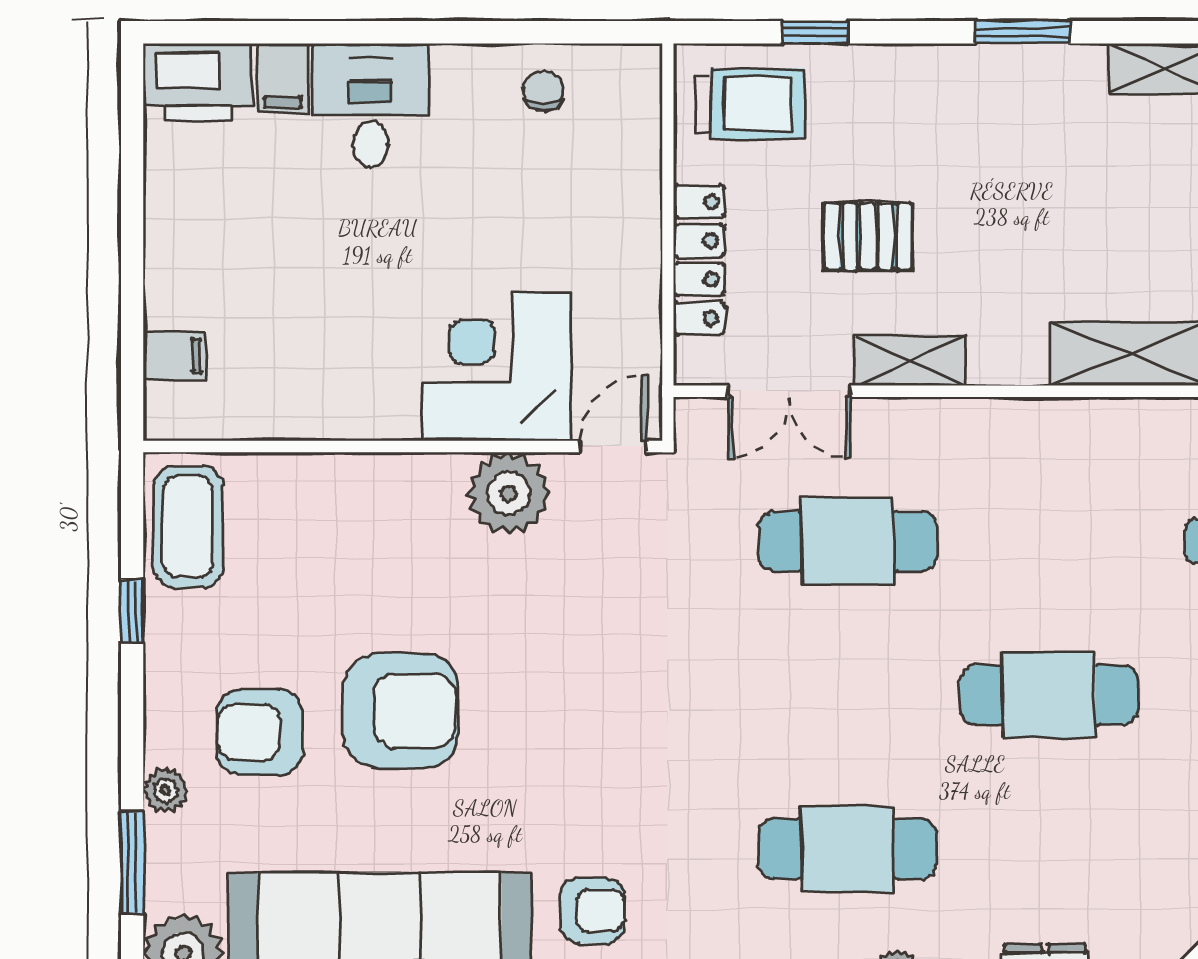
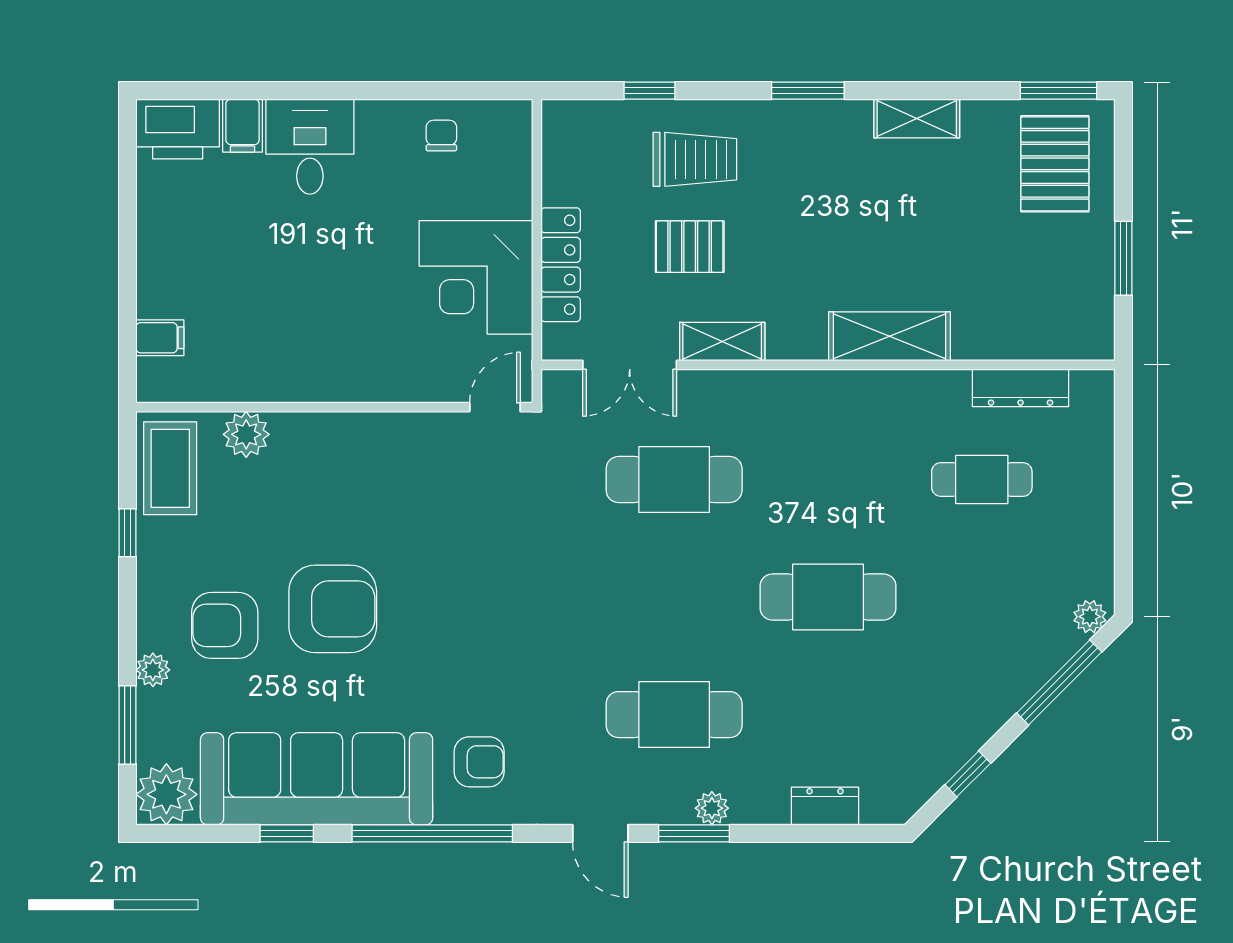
trolley: (750, 104) -> (695, 159), moved
corner desk: (497, 367) -> (476, 277), moved, turned -90
plant: (508, 493) -> (246, 434), moved, width x0.73, depth x0.73

